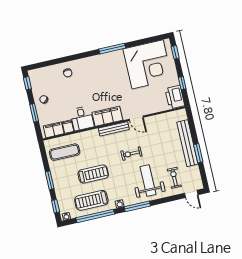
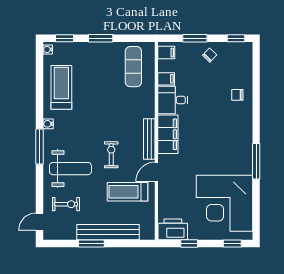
filing cabinet: (54, 130) -> (166, 53), width x0.50
treadmill: (93, 174) -> (128, 192), moved, turned 90
window: (95, 216) -> (39, 88), removed

